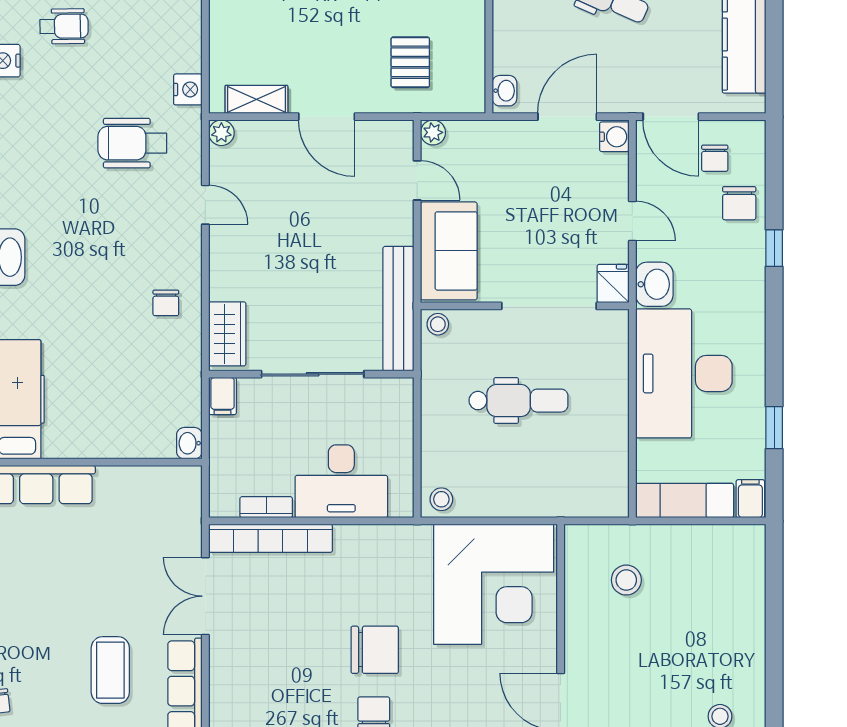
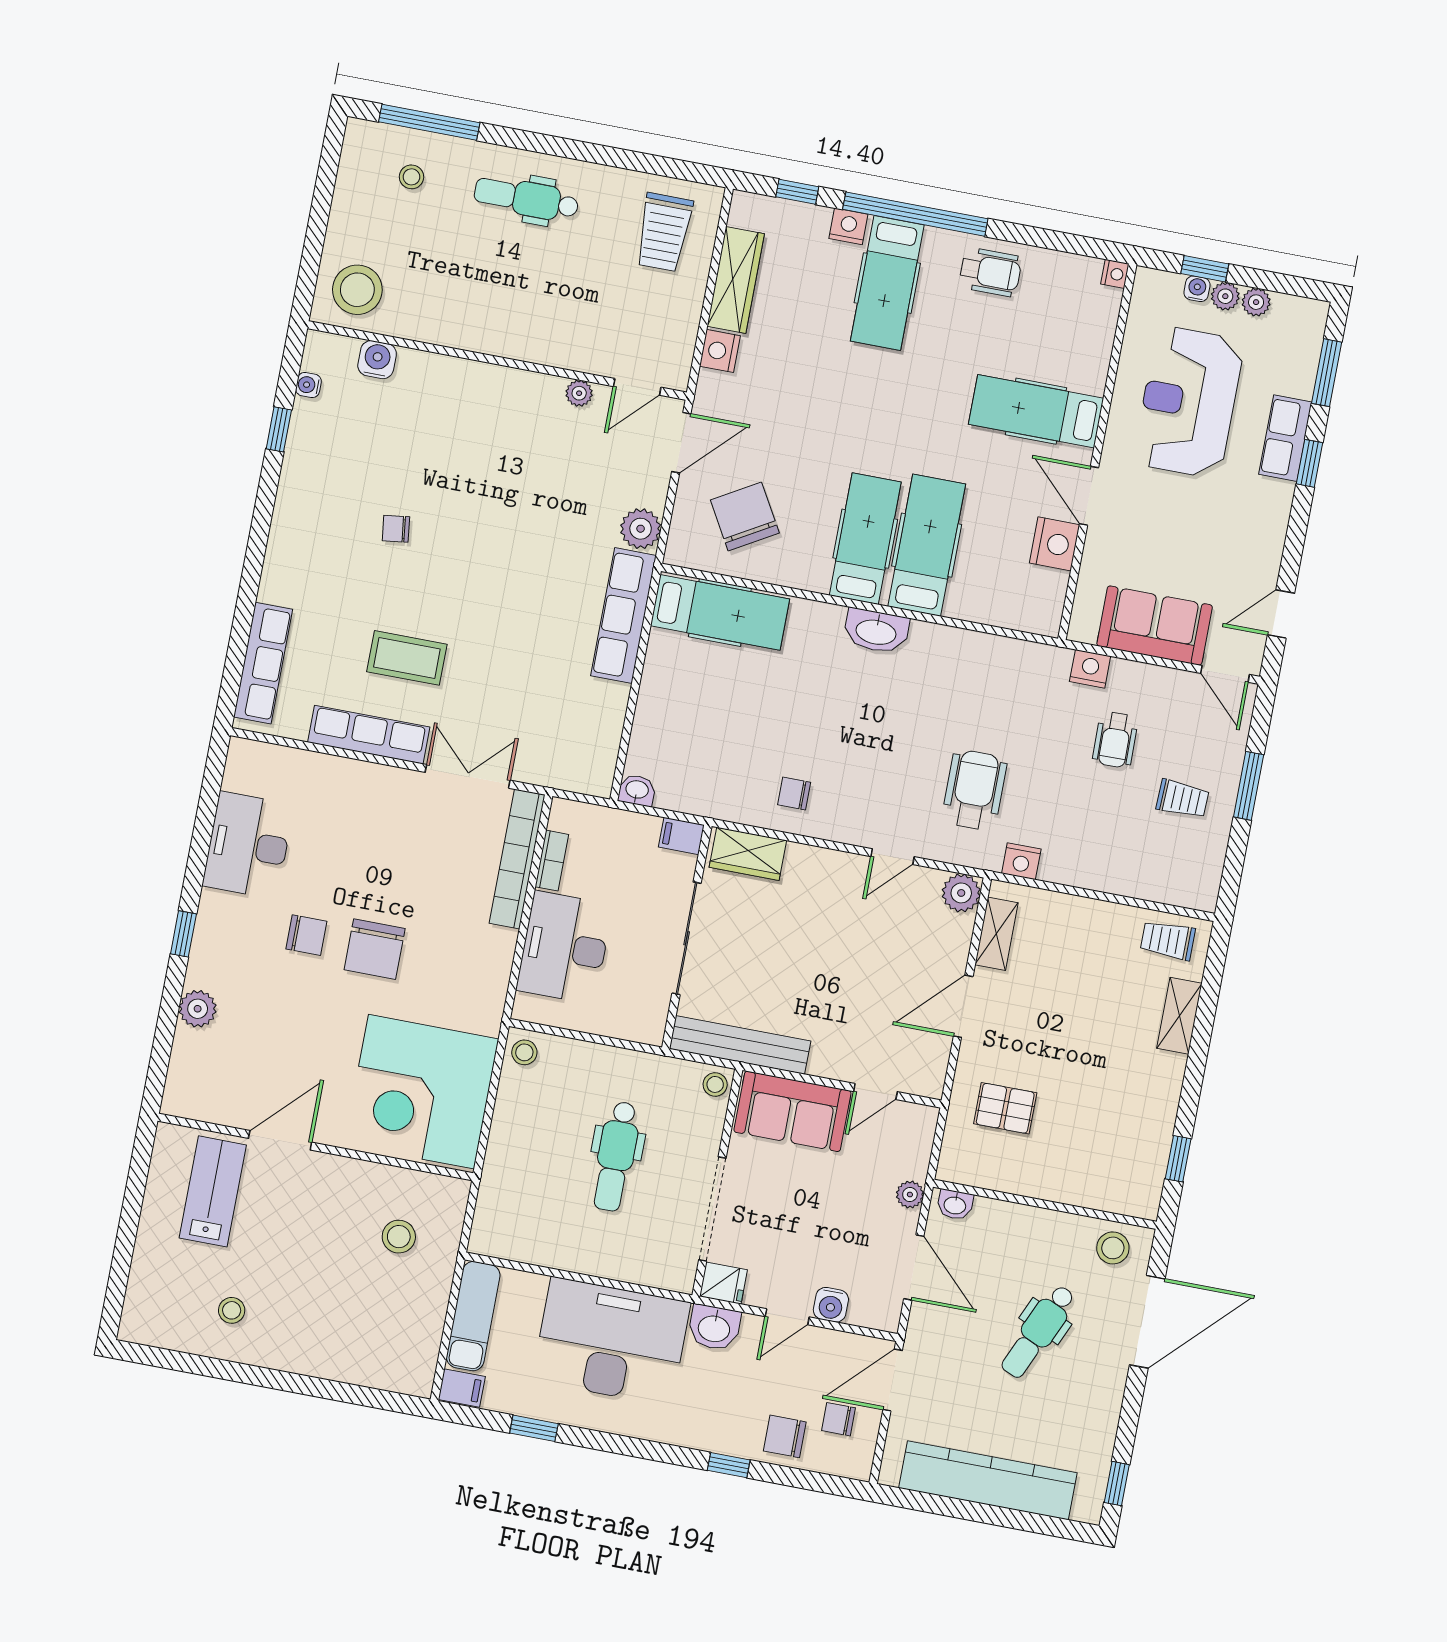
plant: (433, 132) -> (910, 1195), moved
plant: (221, 133) -> (961, 893), width x1.38, depth x1.38
water cooler: (614, 137) -> (831, 1305), moved

